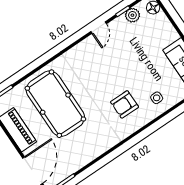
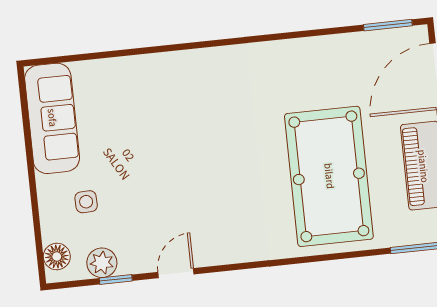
side table: (157, 98) -> (86, 202), moved
armchair: (125, 104) -> (203, 108), removed

